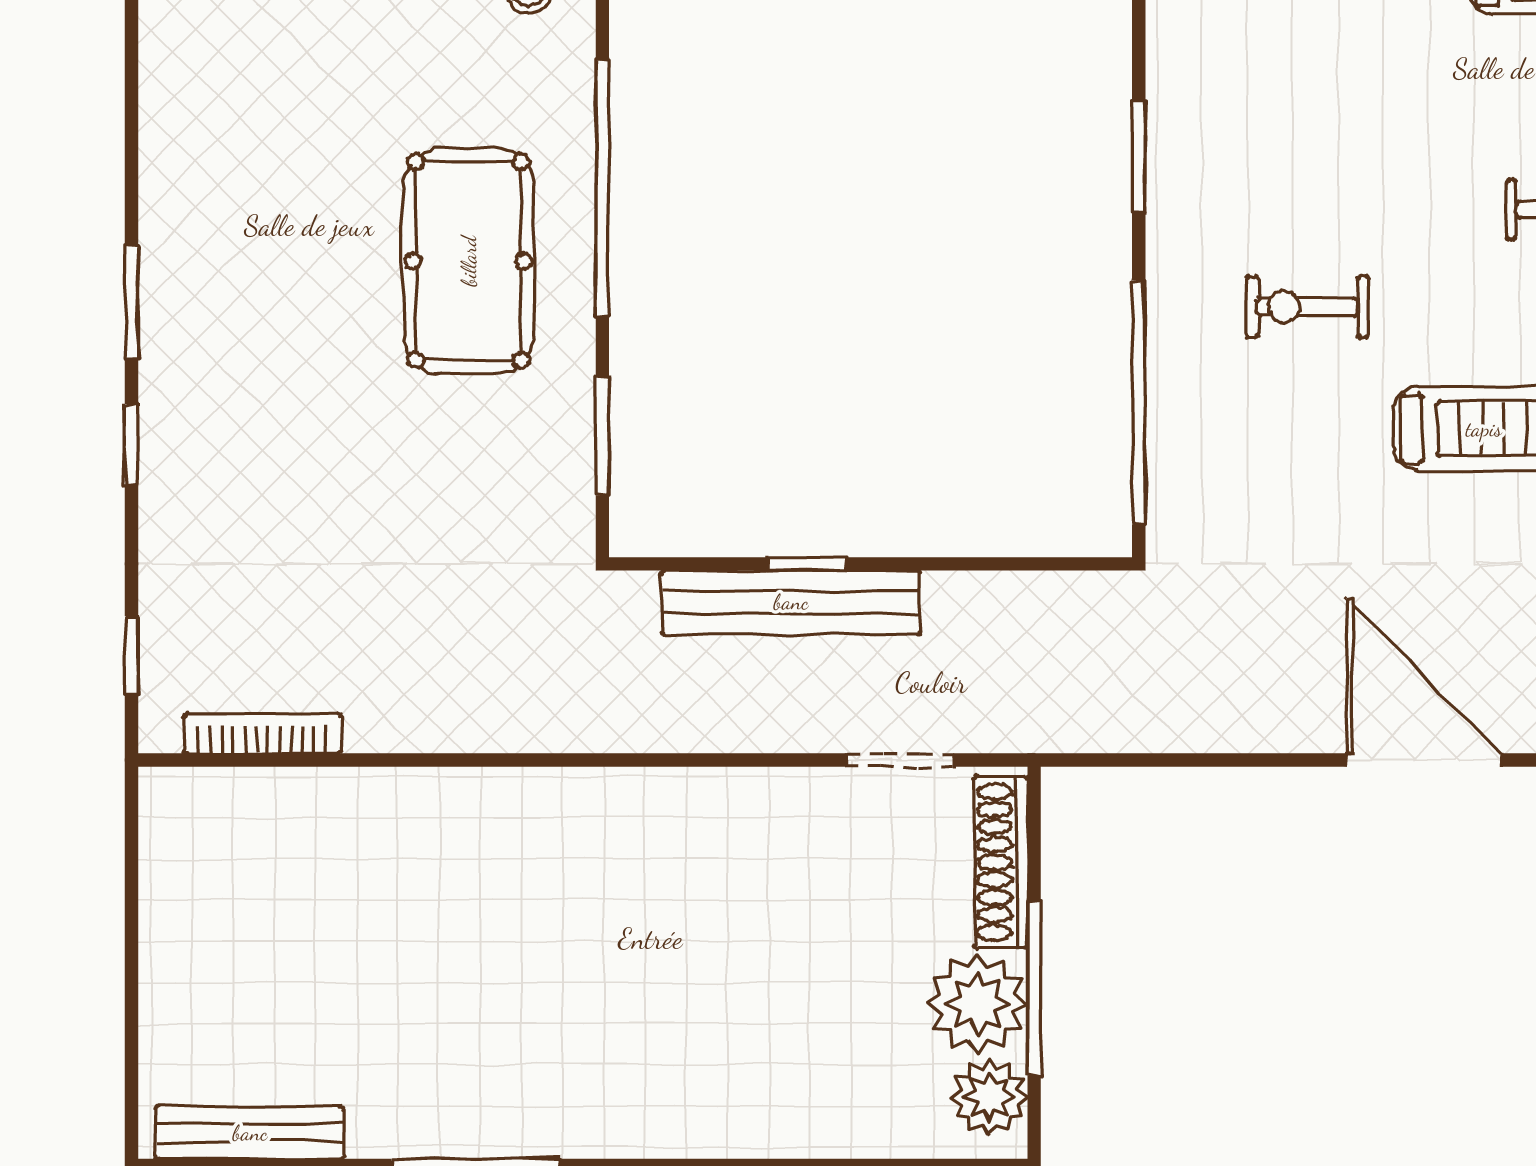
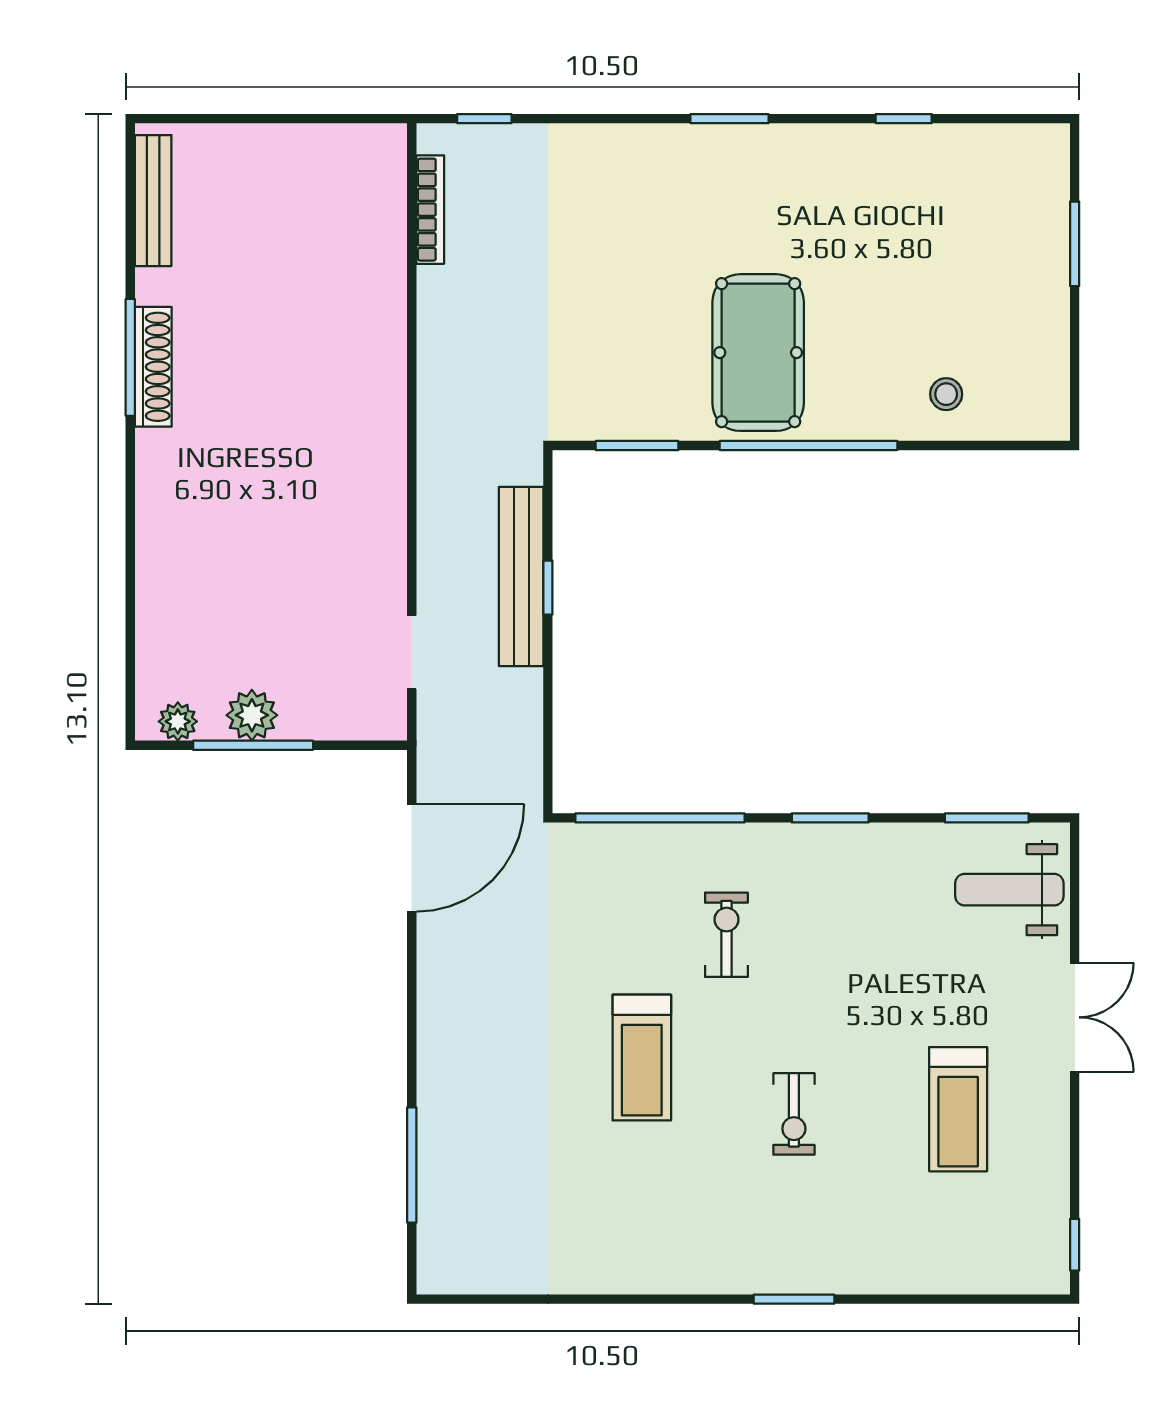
pool table: (469, 261) -> (758, 353), turned 90
window: (132, 445) -> (904, 119), moved
door: (1425, 760) -> (412, 858), moved
shoe rack: (1001, 862) -> (153, 367), moved, turned 90
plant: (978, 1004) -> (252, 715), width x0.73, depth x0.73
plant: (989, 1097) -> (178, 721), width x0.73, depth x0.73

